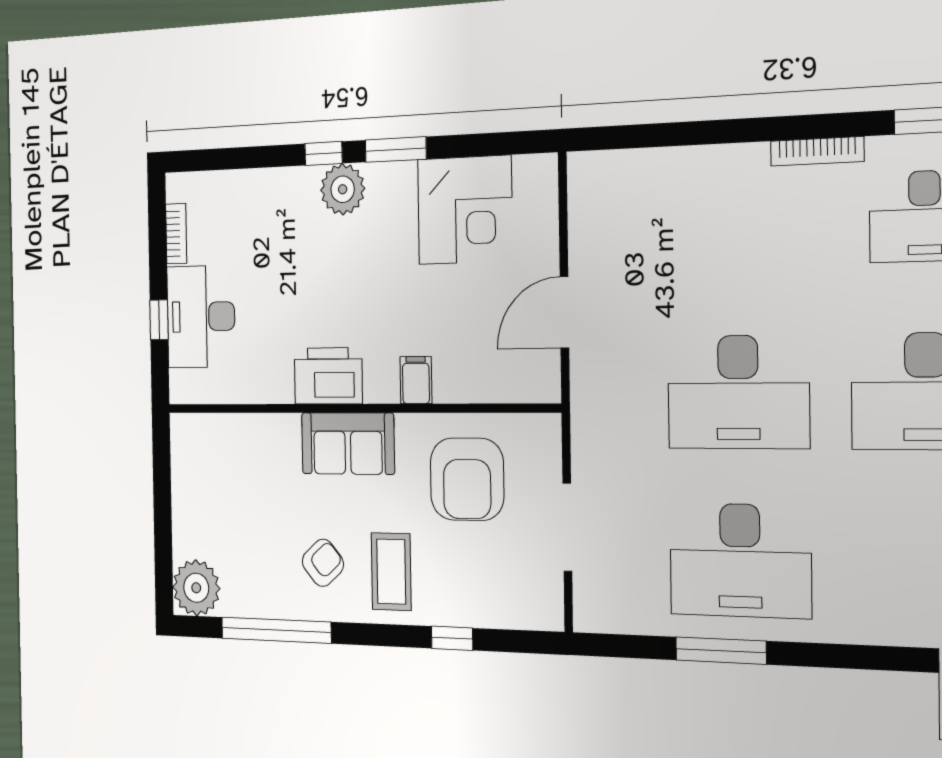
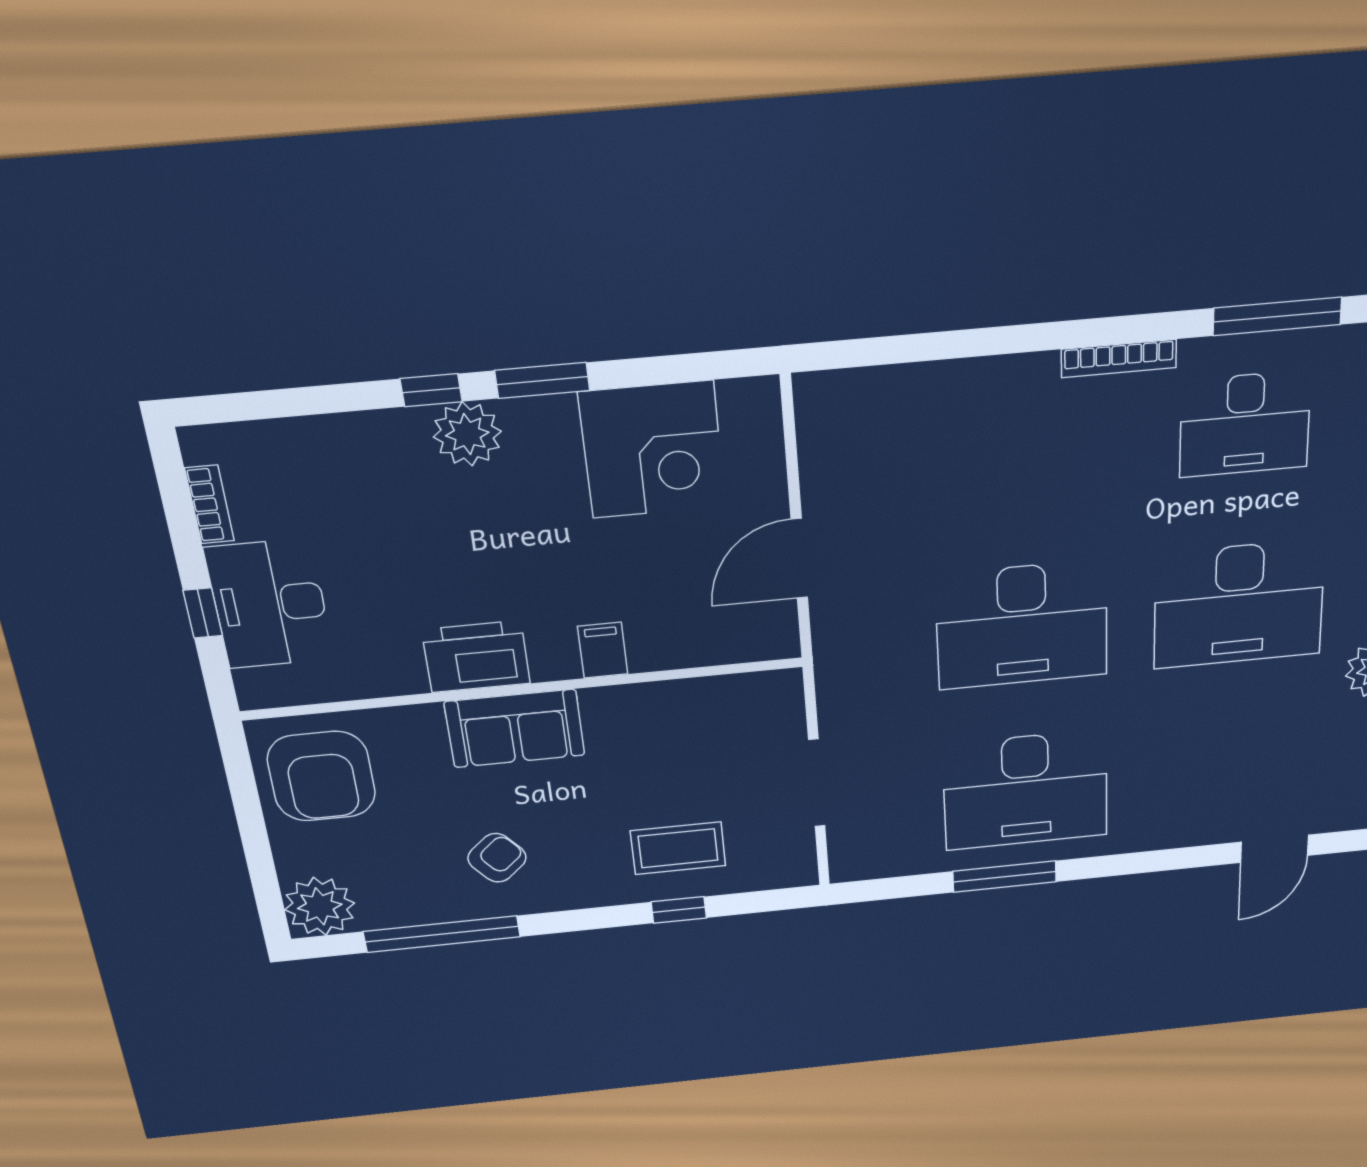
armchair: (467, 479) -> (321, 776), moved
coffee table: (391, 572) -> (678, 848), moved, turned 90

